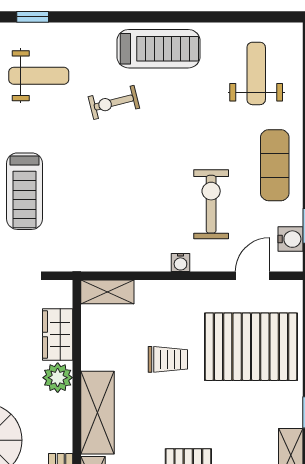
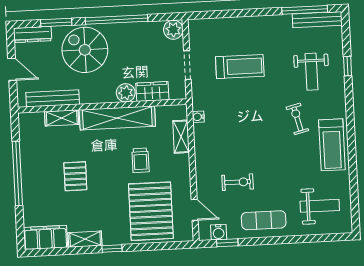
treadmill: (25, 191) -> (240, 67), turned 180
exercise bike: (211, 204) -> (238, 182), width x0.73, depth x0.72
water cooler: (180, 262) -> (198, 117), moved
shelving: (107, 292) -> (181, 137), moved
shelving: (97, 413) -> (117, 118), width x1.47

